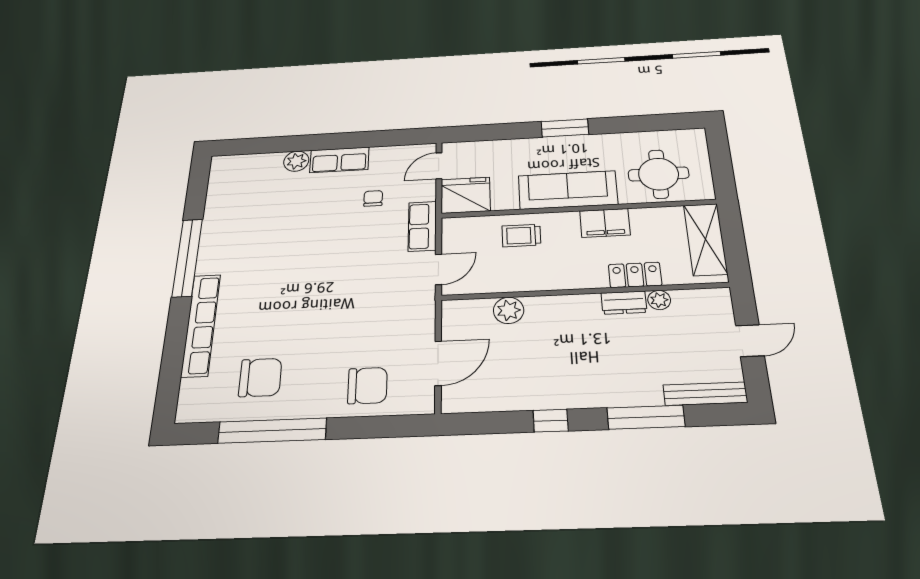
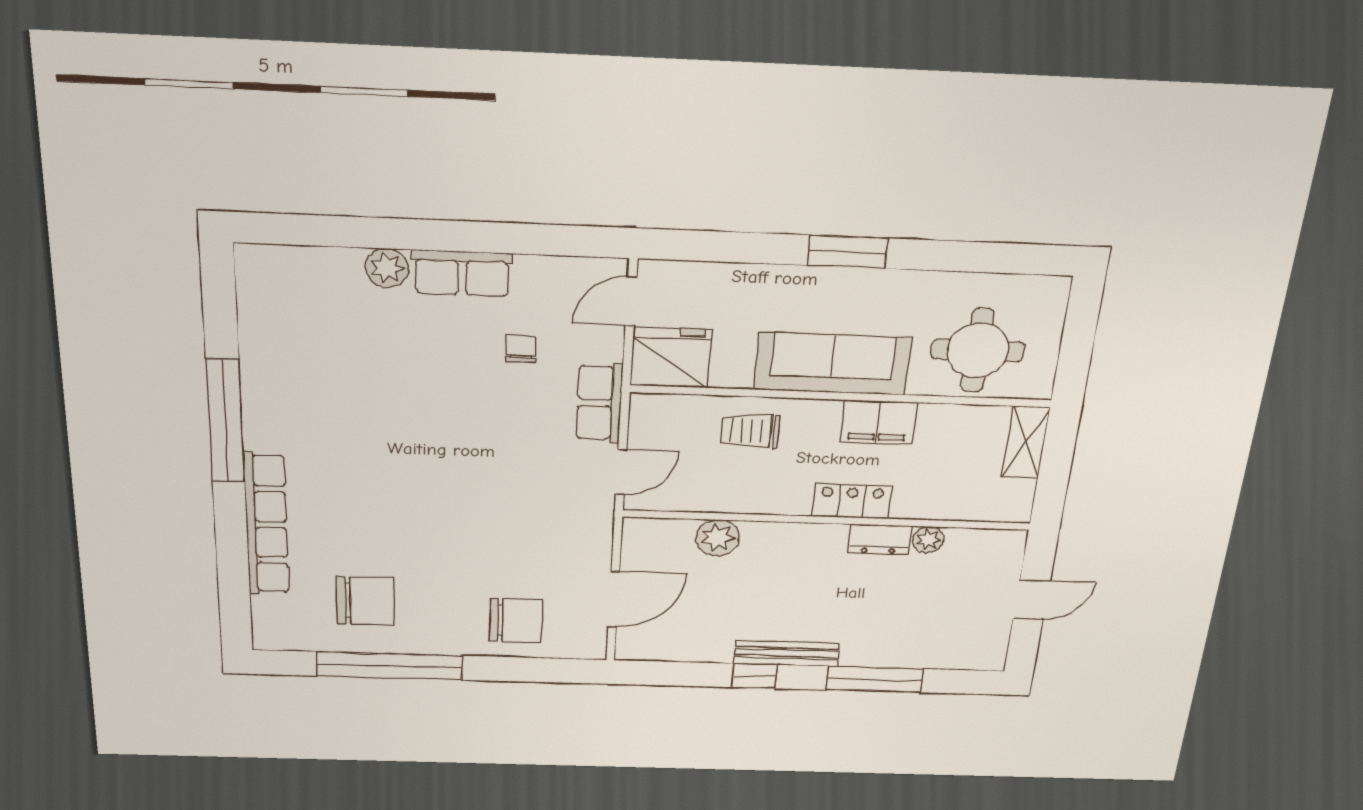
shelving: (705, 239) -> (1026, 442), width x0.67, depth x0.75
locker: (635, 275) -> (852, 501), moved
bench: (705, 394) -> (787, 653), moved

